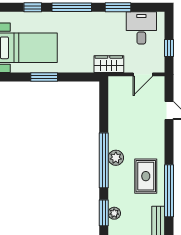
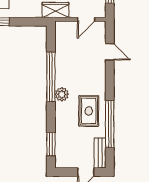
window: (104, 160) -> (51, 77), moved
plant: (114, 213) -> (60, 144), removed

